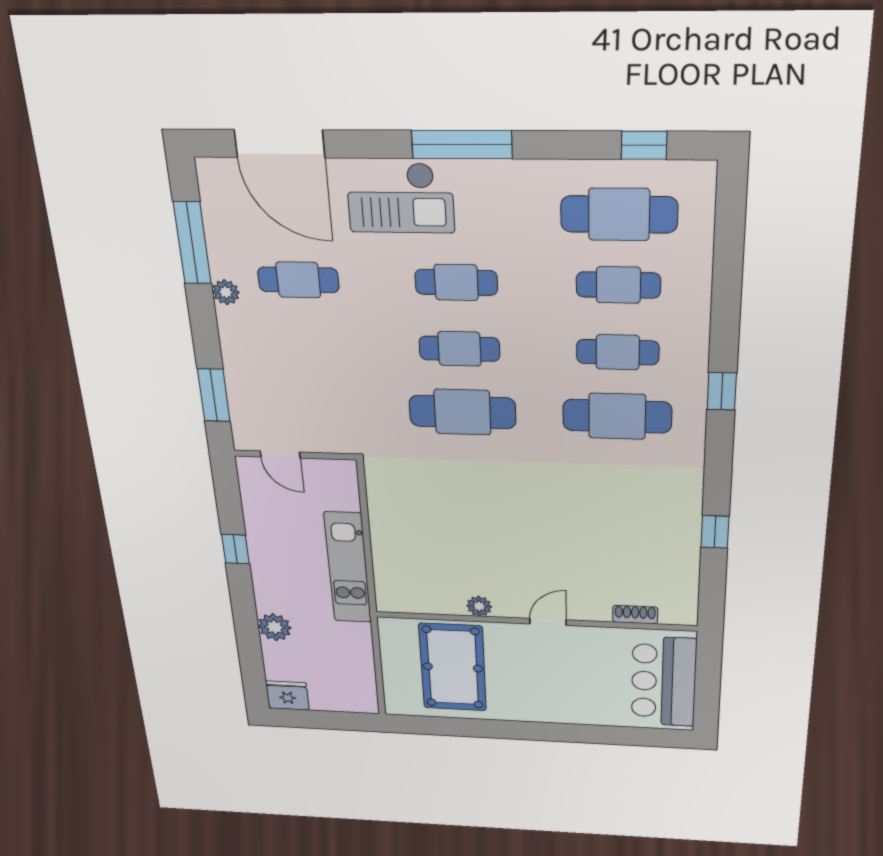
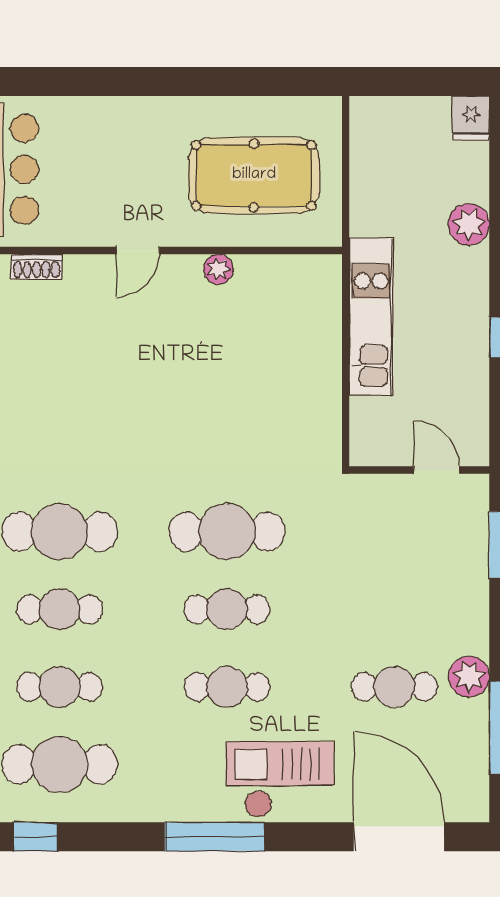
plant: (226, 292) -> (469, 677), width x1.38, depth x1.38
pool table: (453, 667) -> (254, 175), turned 90
fridge: (287, 696) -> (471, 118), width x0.72

